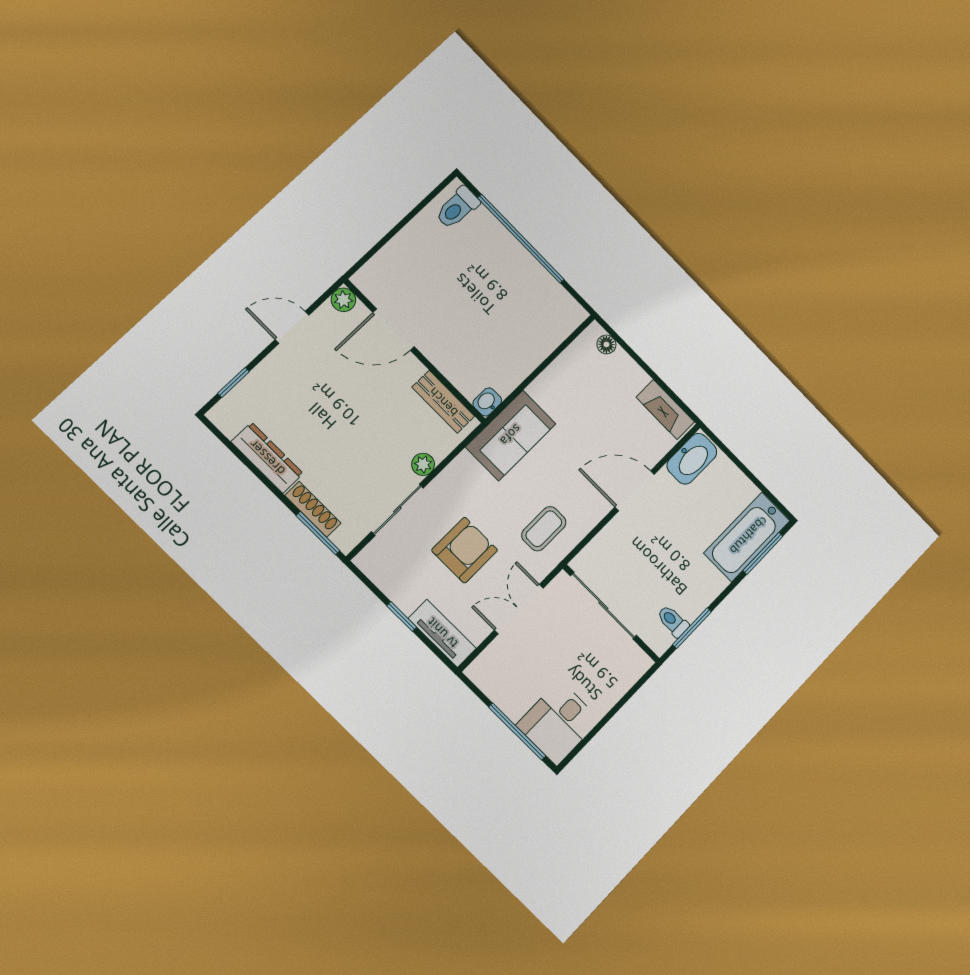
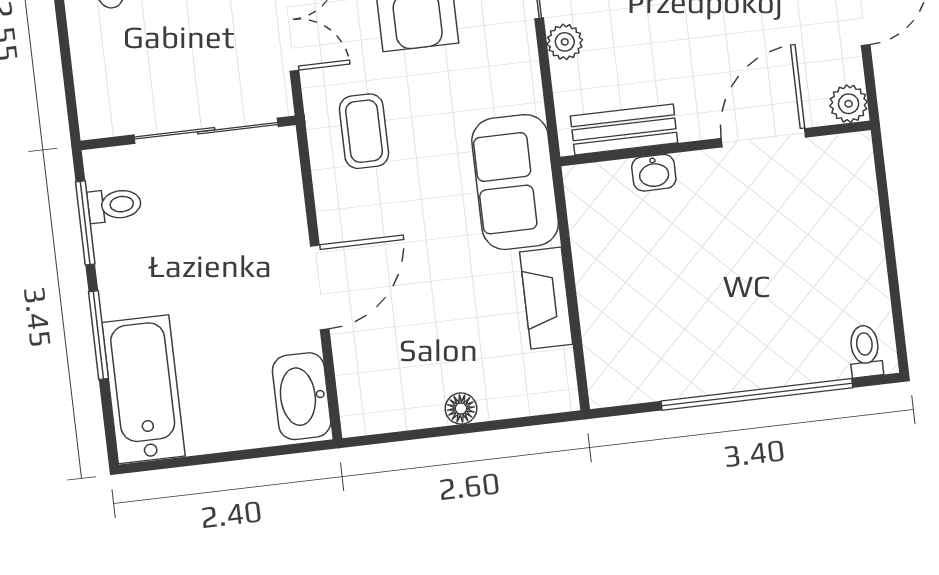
toilet: (457, 208) -> (865, 351), width x0.73, depth x0.72
floor lamp: (606, 344) -> (461, 408), moved
washbasin: (487, 402) -> (654, 173), moved, turned 90
fireplace: (665, 410) -> (546, 298), moved, turned -90
window: (763, 553) -> (98, 335), moved

